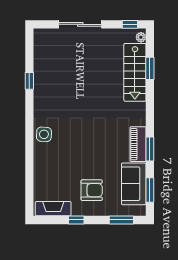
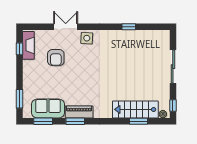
double door: (29, 161) -> (66, 27), added
armchair: (92, 190) -> (56, 58), moved
window: (76, 220) -> (20, 49), moved

